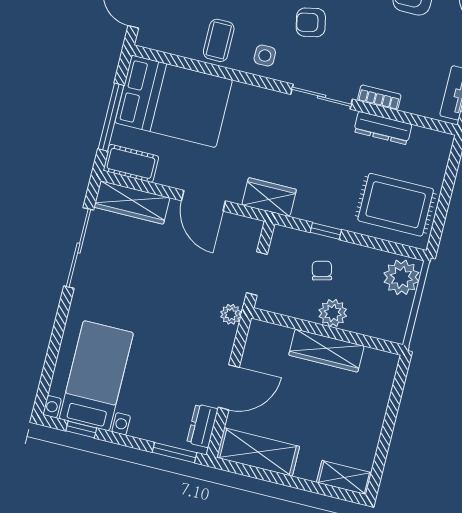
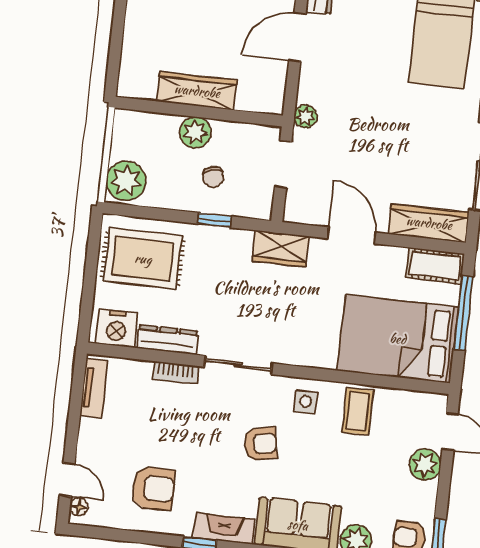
nightstand: (428, 145) -> (117, 328), added

